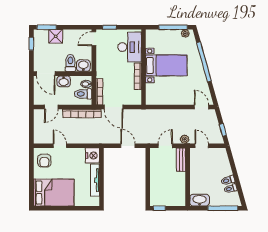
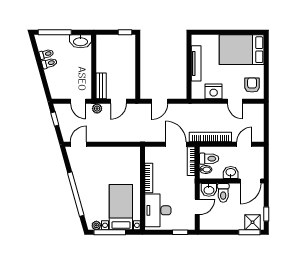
shower: (56, 36) -> (253, 222), moved
door: (94, 39) -> (197, 207), moved
bed with nightstands: (166, 65) -> (121, 207), moved, turned 90
door: (46, 74) -> (250, 181), swing flipped
door: (202, 107) -> (78, 144), swing flipped
door: (128, 146) -> (160, 101), hinge flipped
nightstand: (92, 156) -> (214, 91), moved, turned -90

